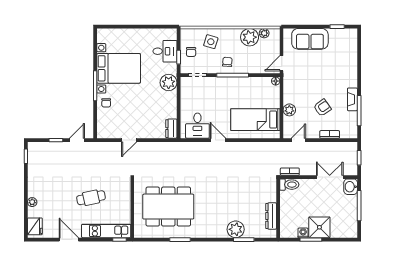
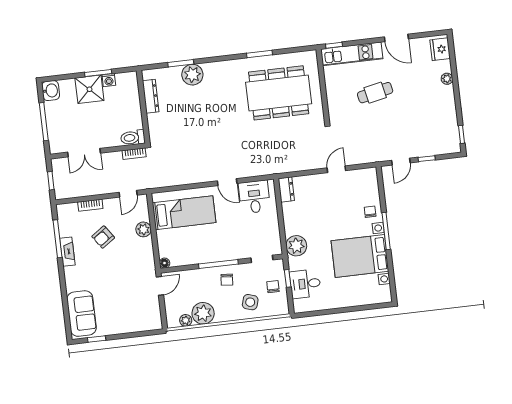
sofa: (310, 39) -> (82, 314), moved, turned 90
washbasin: (351, 187) -> (51, 91), moved

